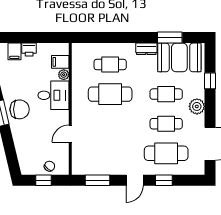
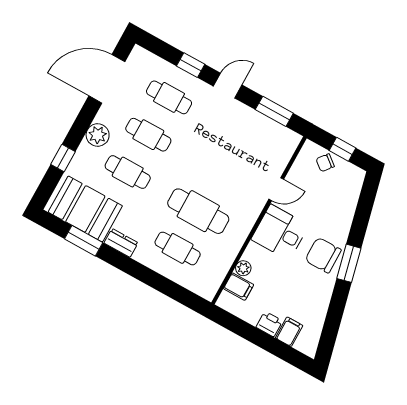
desk: (53, 95) -> (280, 232), moved
cafe table: (166, 153) -> (169, 97), width x0.73, depth x0.74

